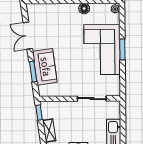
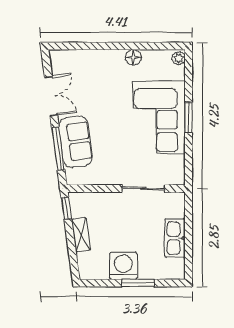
double door: (28, 36) -> (51, 96), swing flipped
window: (33, 72) -> (58, 148), width x1.44

